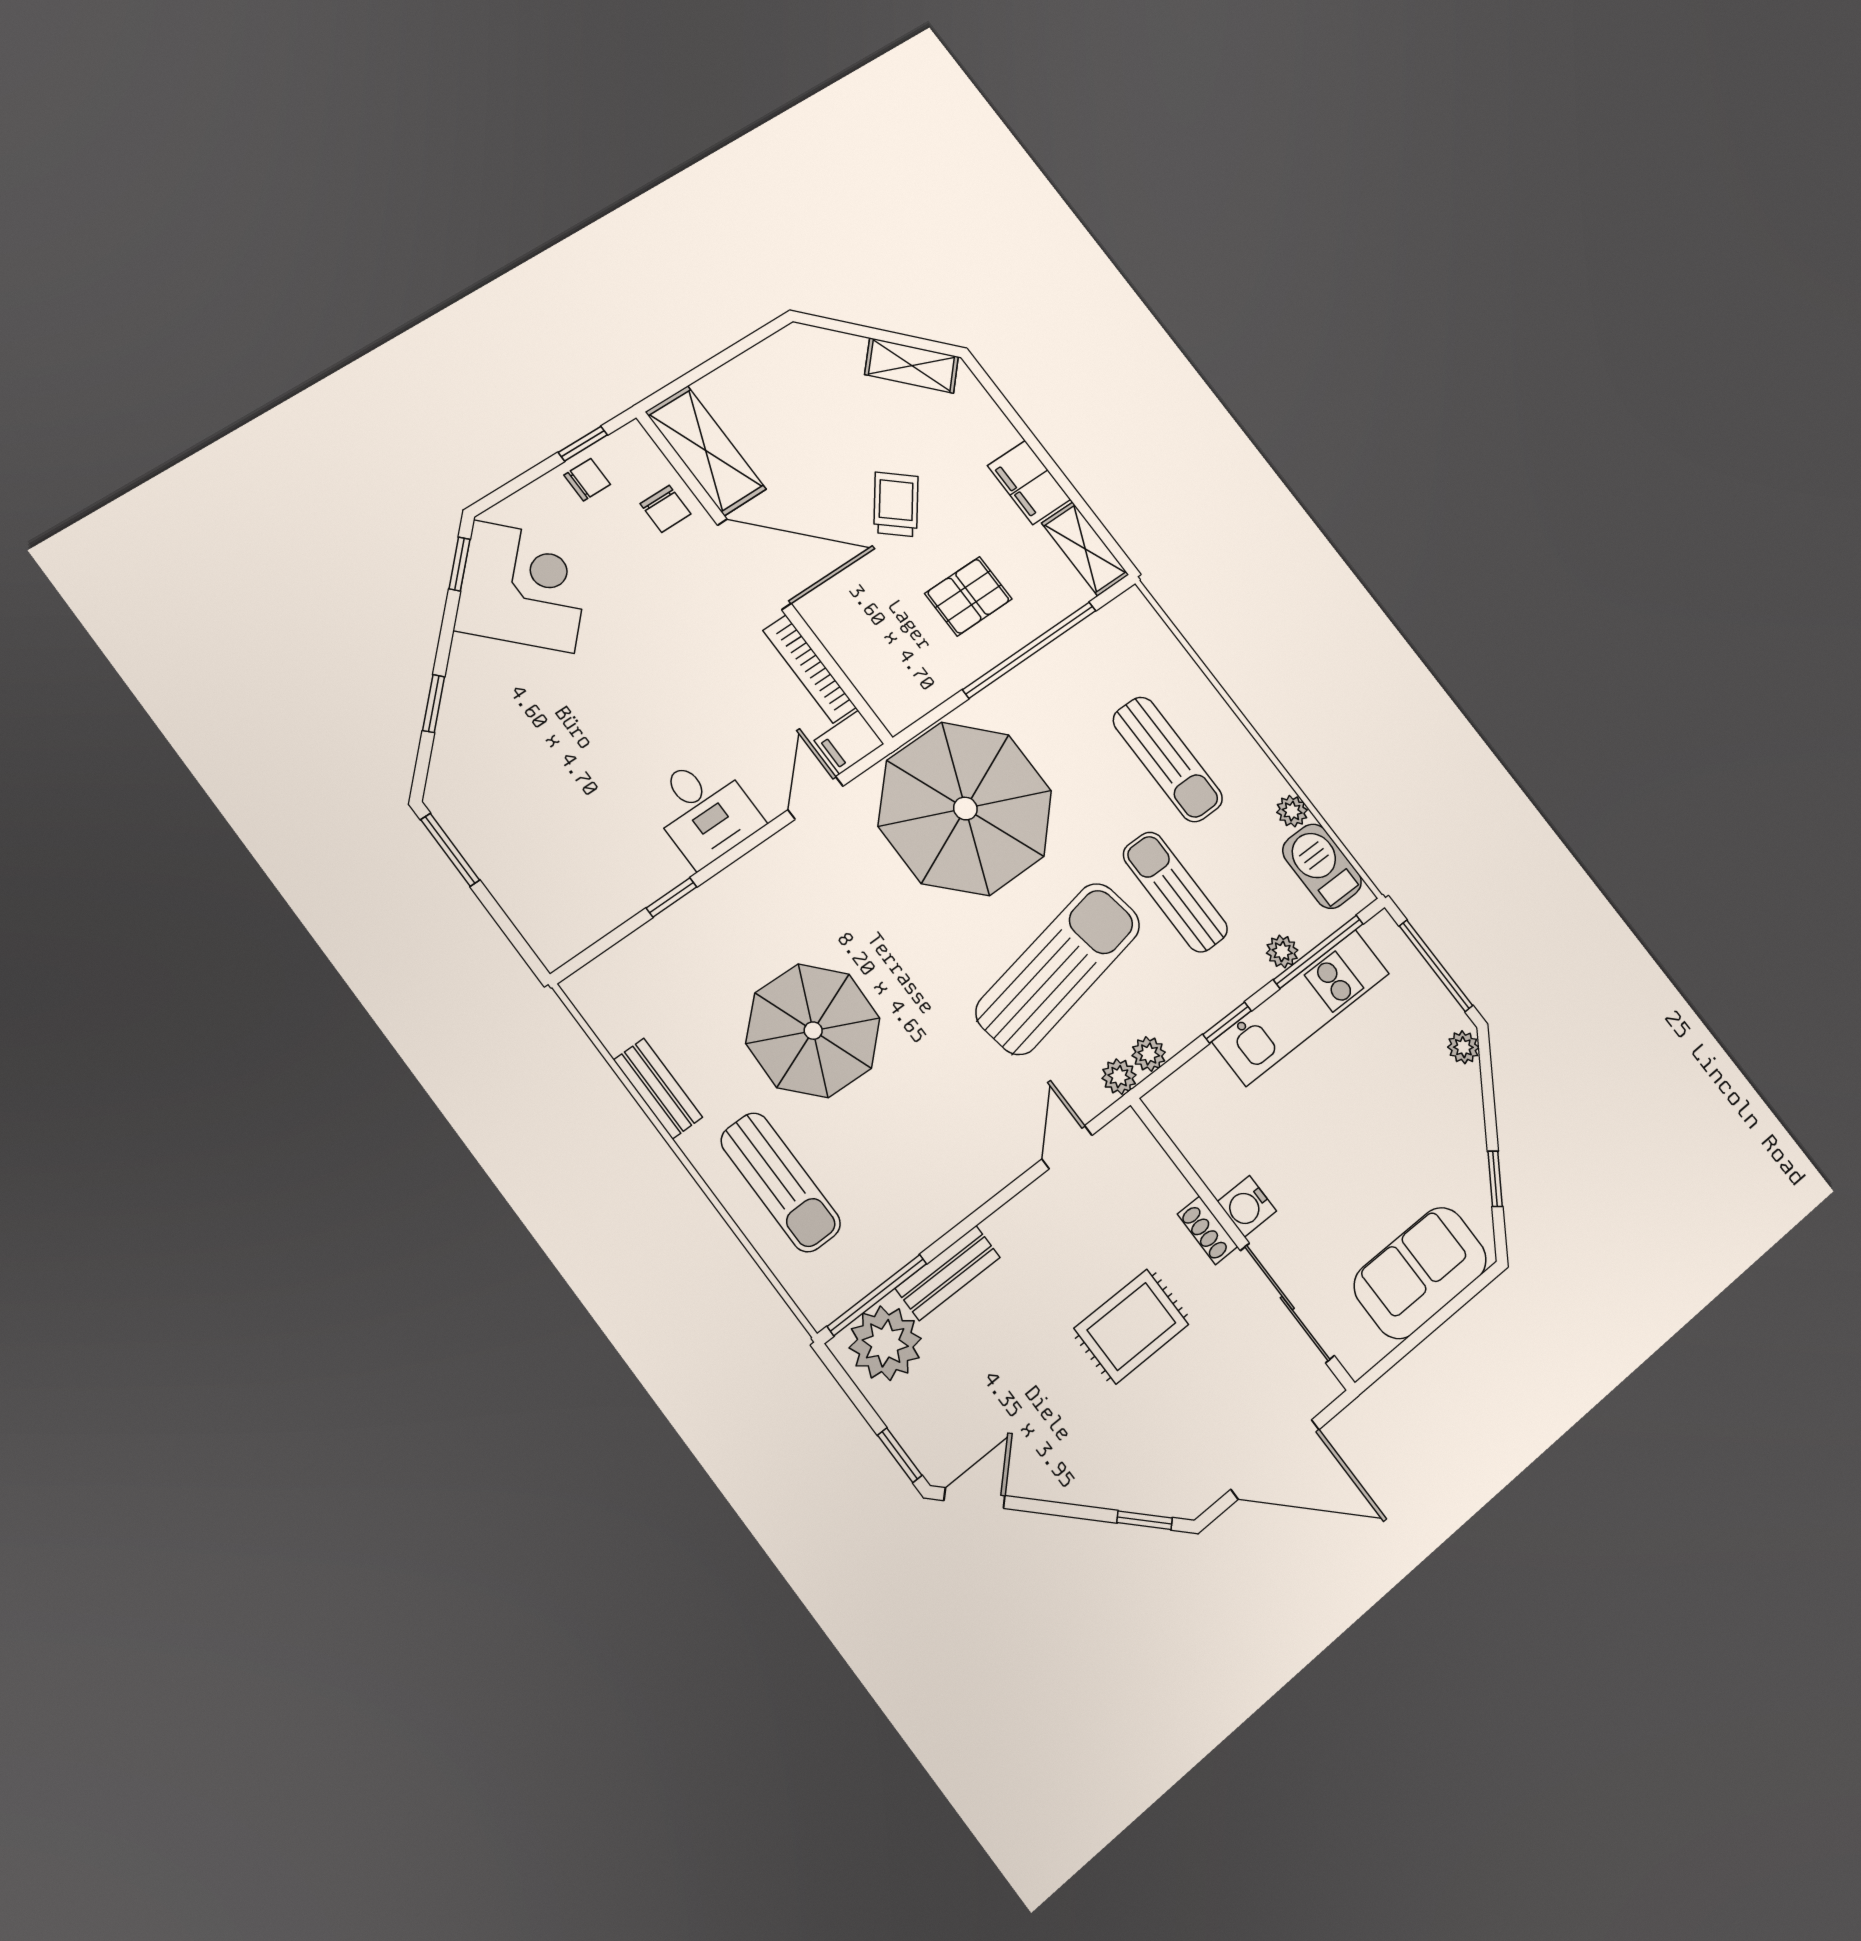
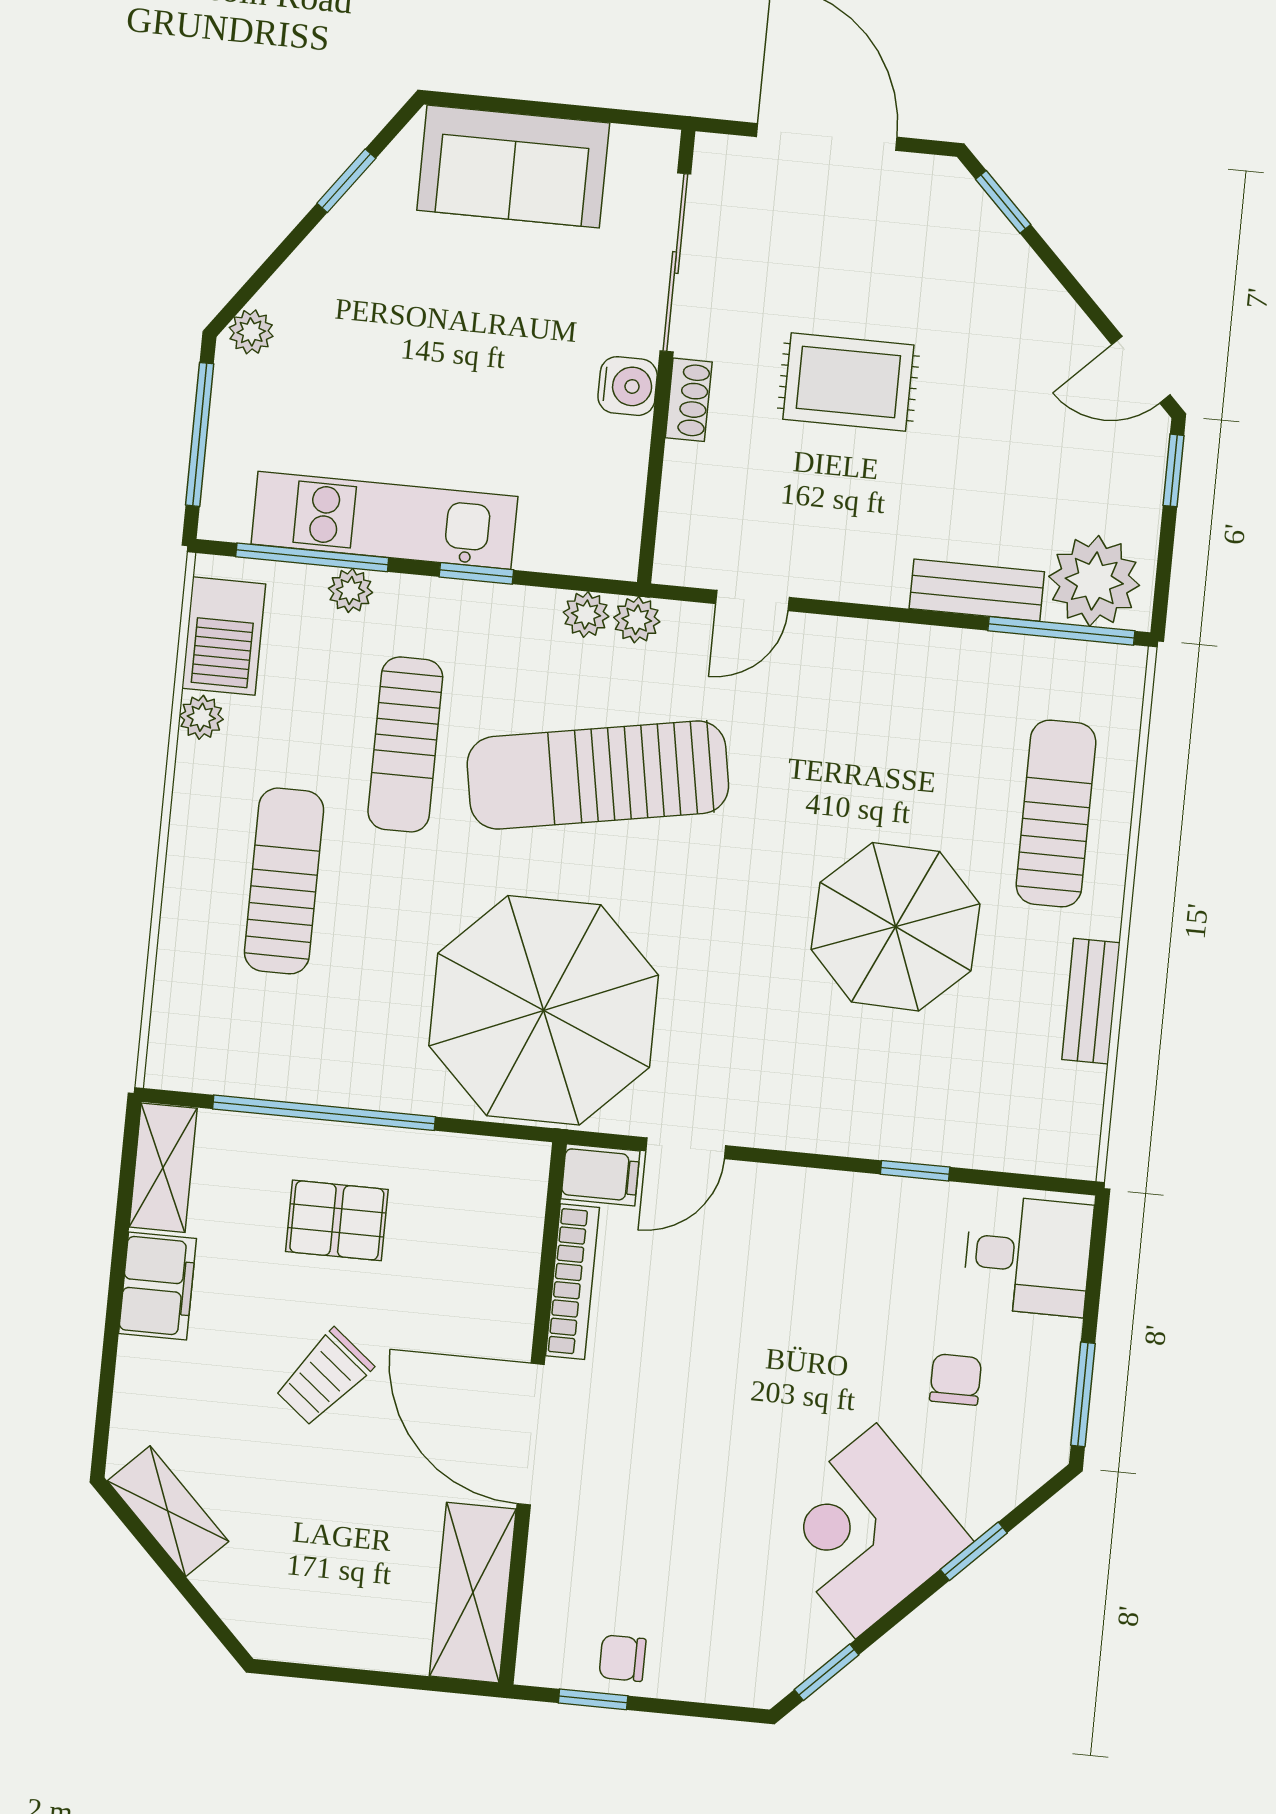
chair: (666, 509) -> (956, 1380), moved
corner desk: (524, 587) -> (866, 1531), moved
desk: (704, 810) -> (1028, 1256), moved, turned 90

